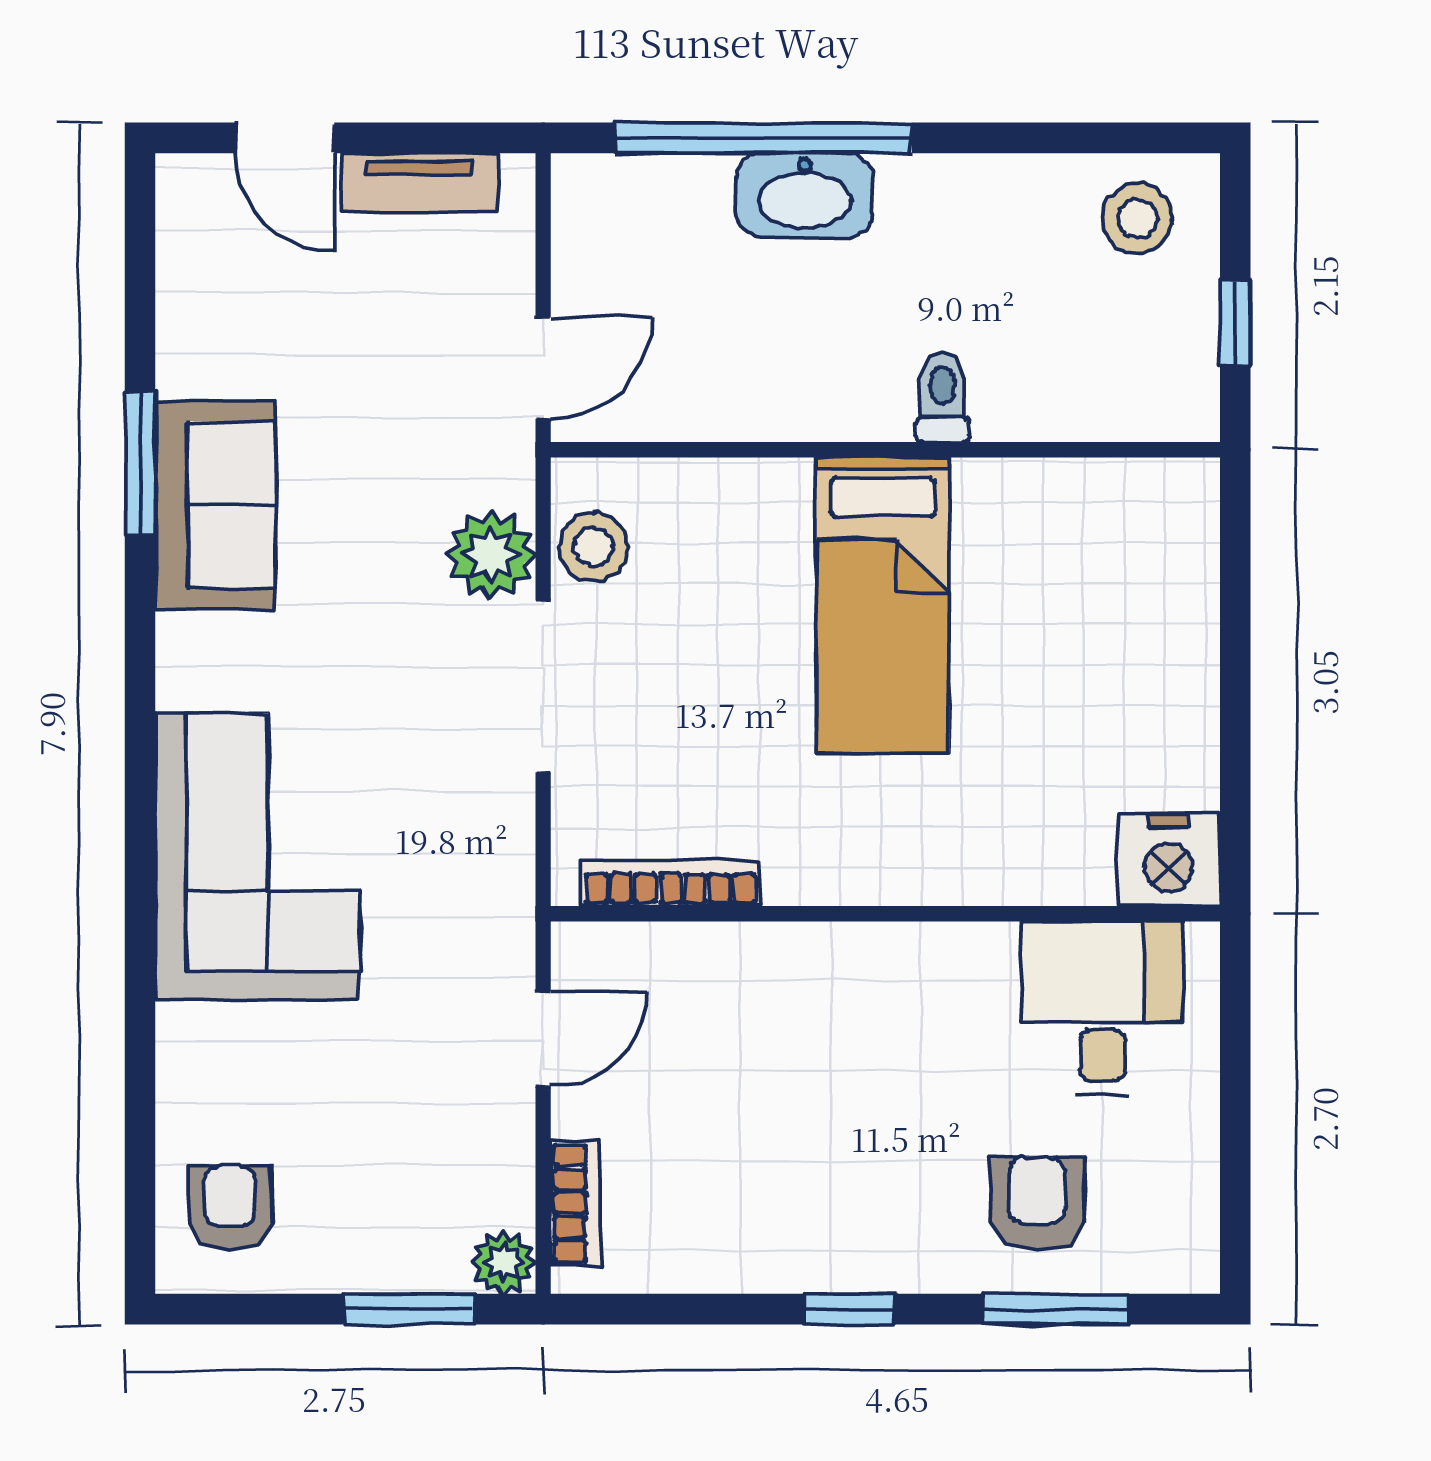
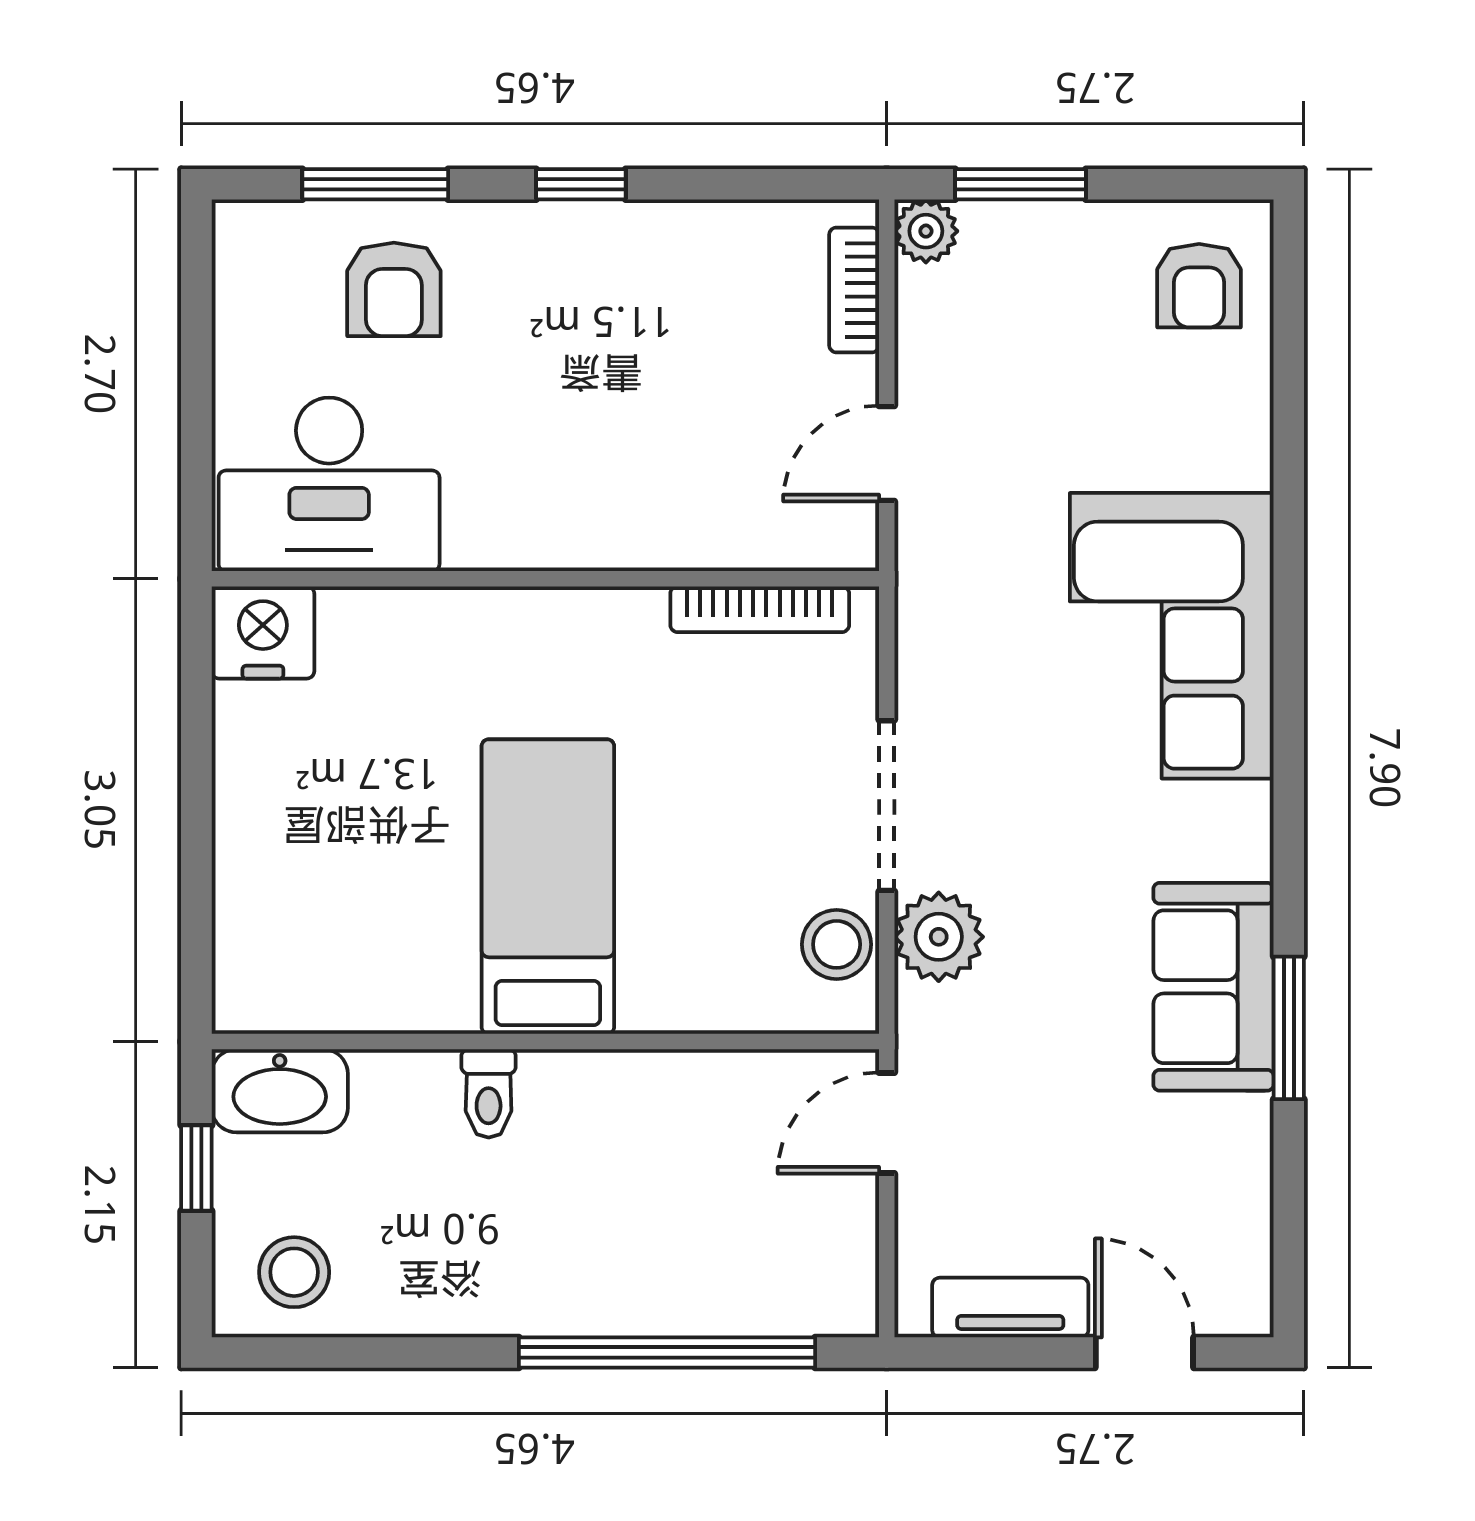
washbasin: (805, 195) -> (280, 1091), moved, turned 180
desk: (1102, 1008) -> (329, 484), width x1.37

